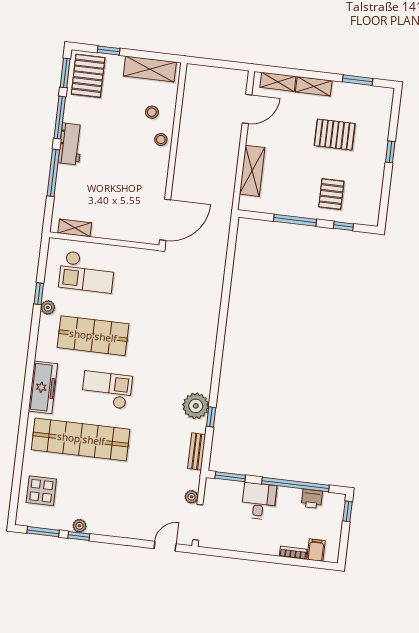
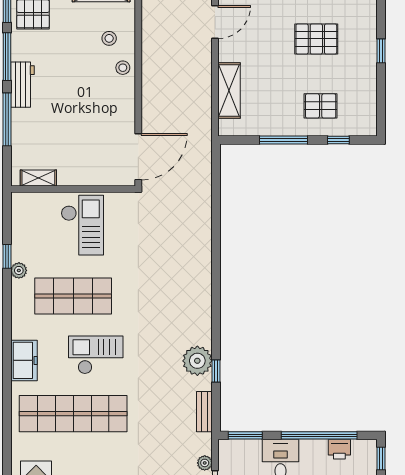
pallet: (331, 194) -> (321, 106), turned 90
checkout: (87, 272) -> (82, 225), moved, turned -90
freezer: (43, 387) -> (24, 360), width x0.71

